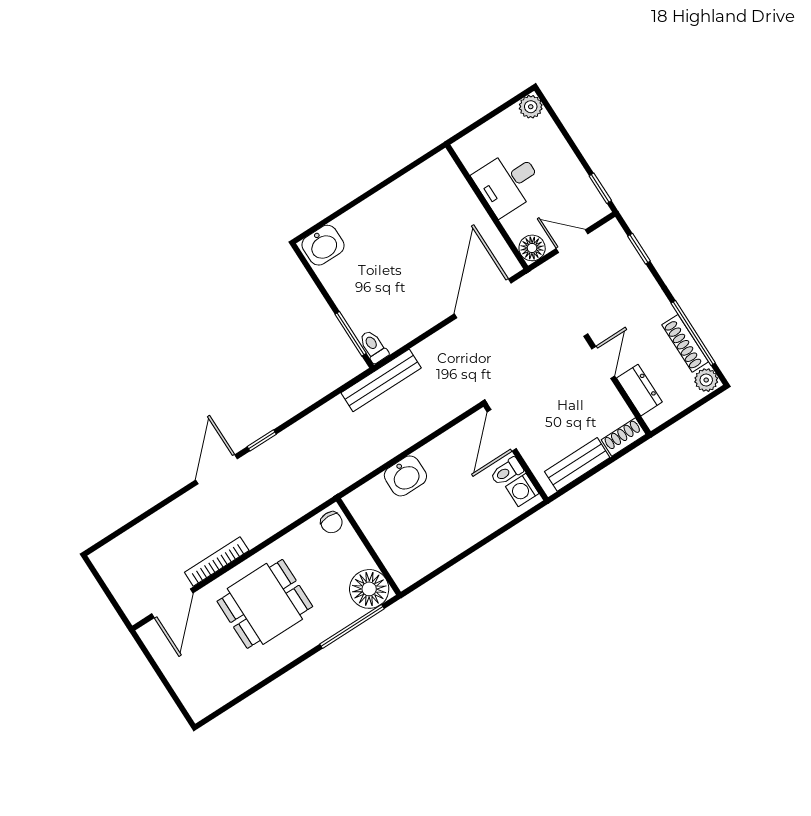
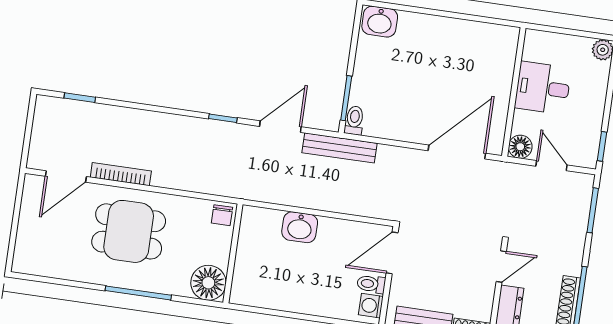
window: (639, 249) -> (593, 210), width x1.50
door: (217, 469) -> (280, 127), moved
window: (126, 527) -> (80, 98), added
window: (352, 626) -> (138, 293), moved

